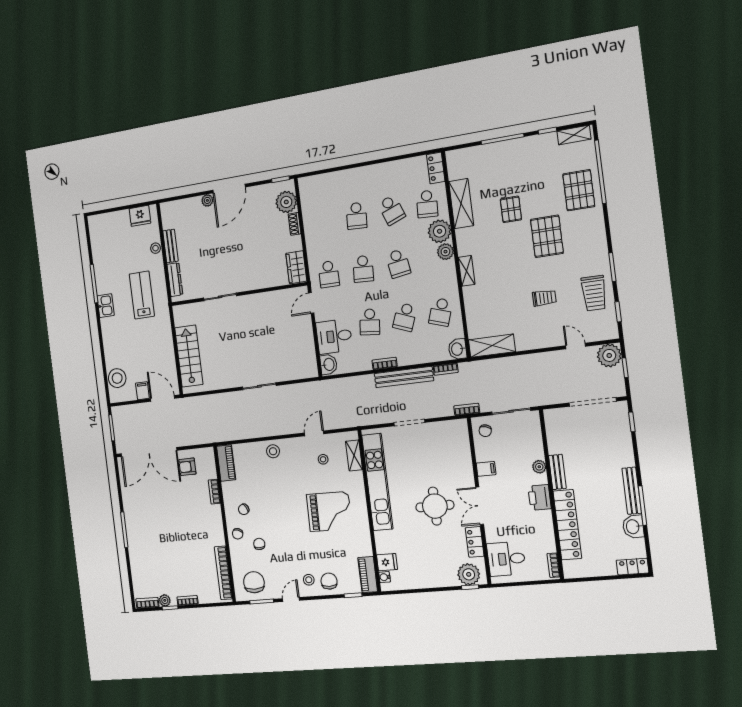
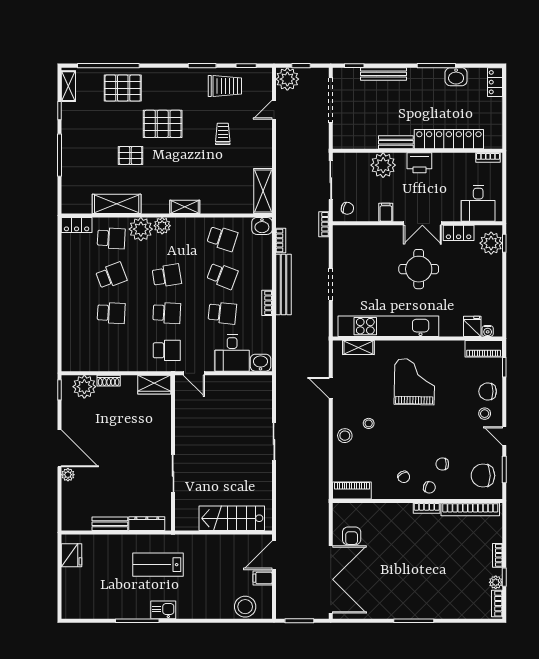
stool: (156, 248) -> (109, 542), removed
stool: (323, 459) -> (369, 423), moved
plant: (539, 467) -> (383, 165), width x1.88, depth x1.88
bench: (632, 491) -> (384, 74), moved
bookcase: (214, 492) -> (427, 508), moved

